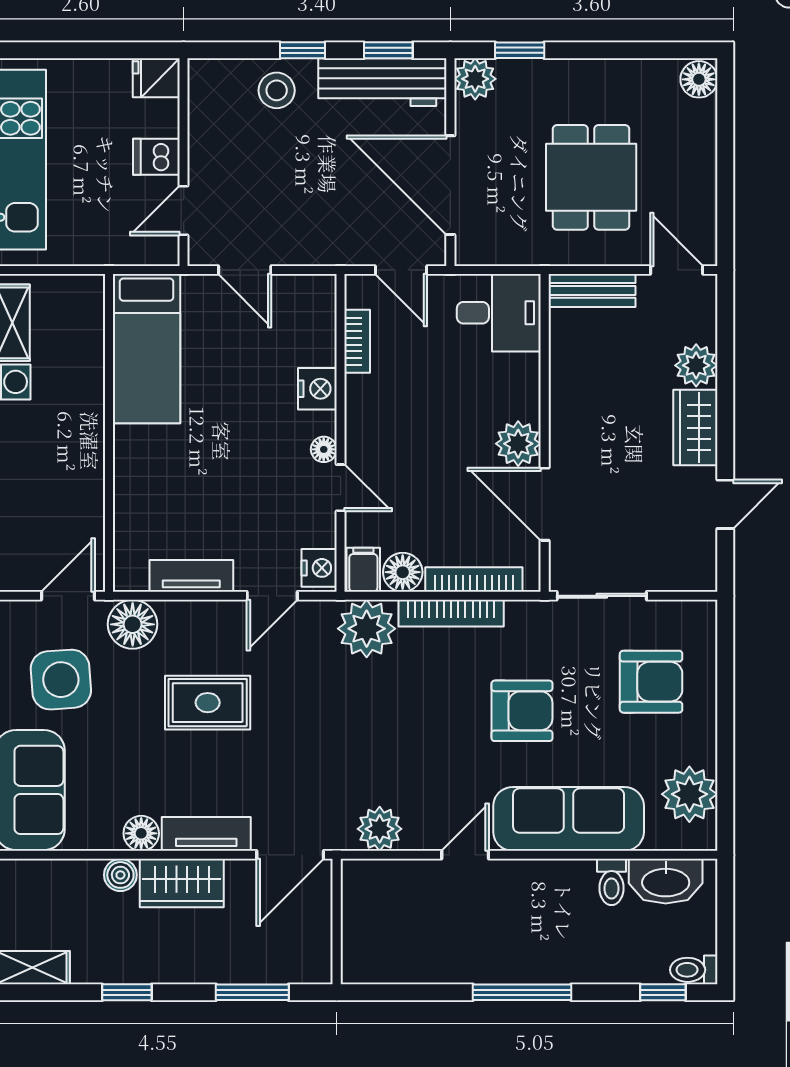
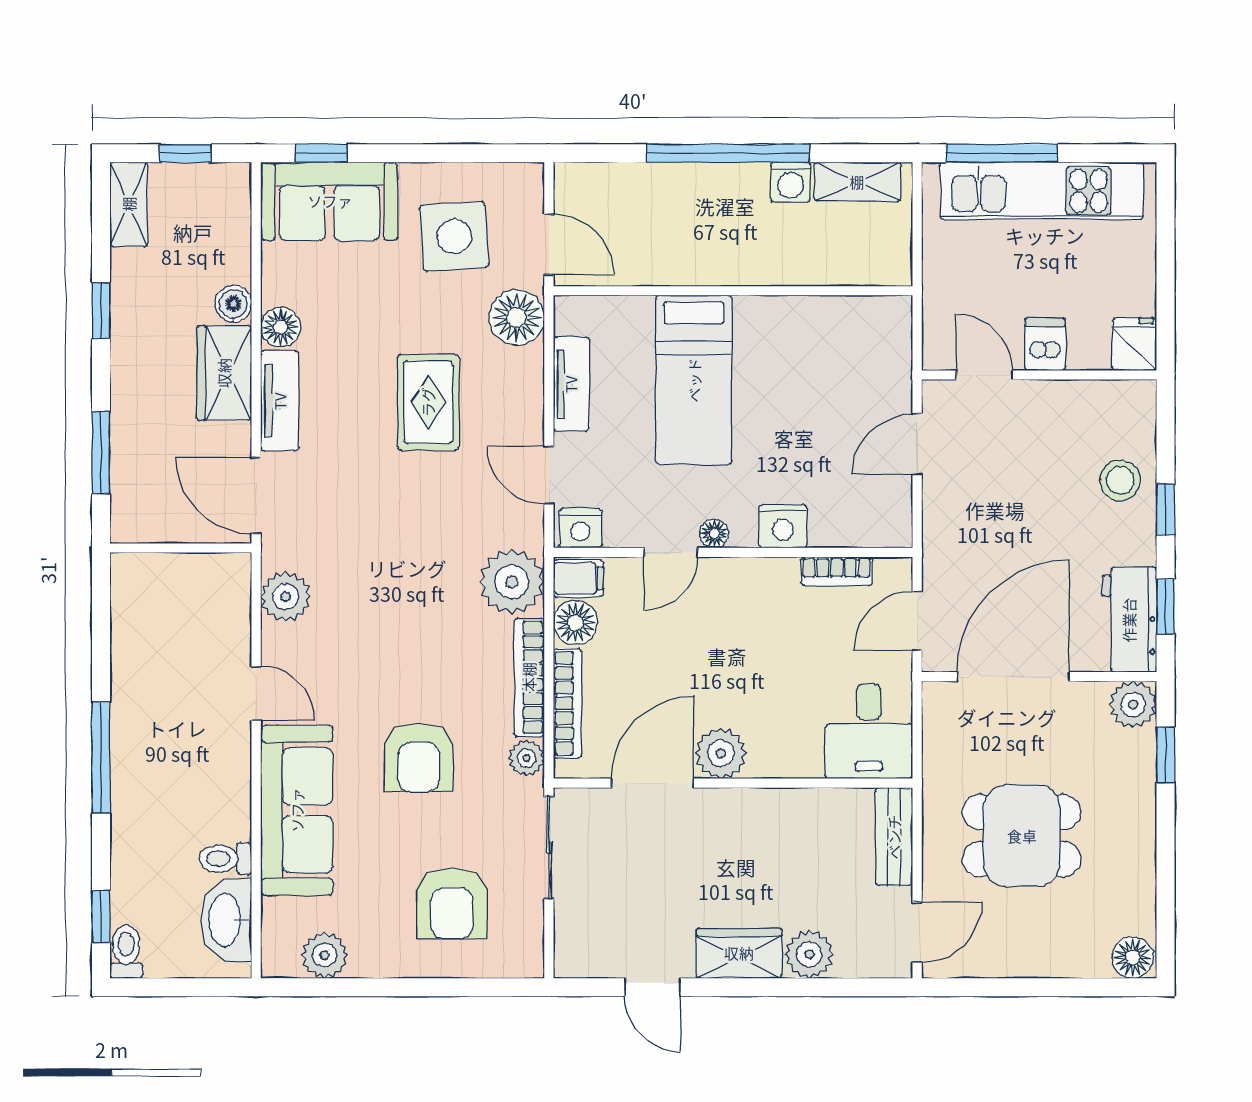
workbench: (382, 82) -> (1129, 620), width x0.73
bed: (147, 349) -> (694, 380), moved, turned -90
plant: (522, 616) -> (527, 758), added
plant: (689, 794) -> (325, 955), width x0.73, depth x0.73

